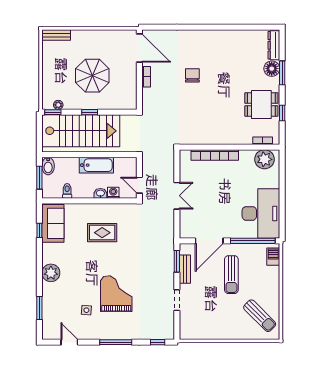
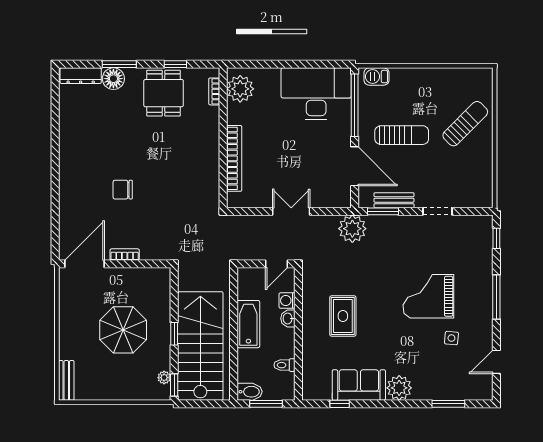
sofa: (53, 223) -> (359, 385), moved
plant: (165, 239) -> (352, 229), added
sun lounger: (260, 316) -> (465, 124), moved

